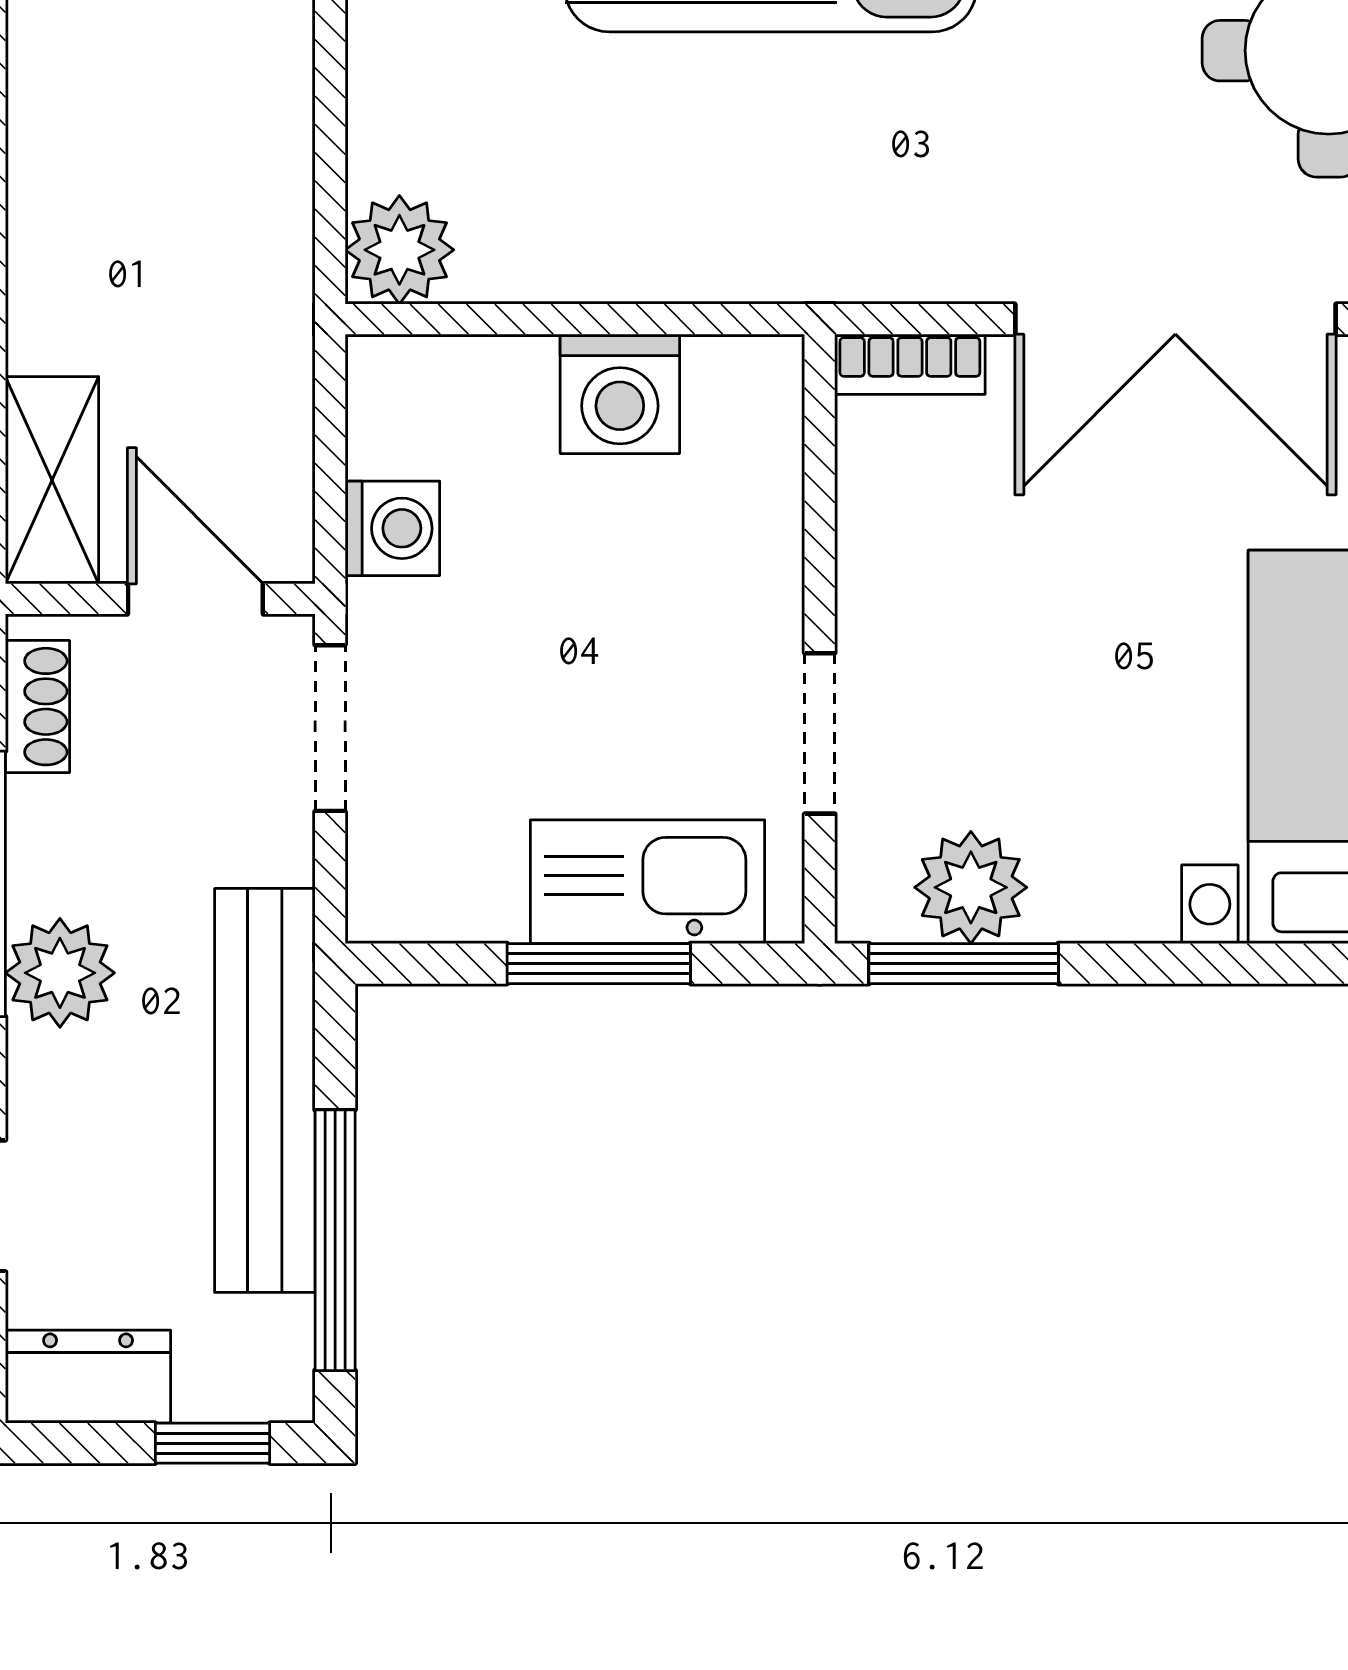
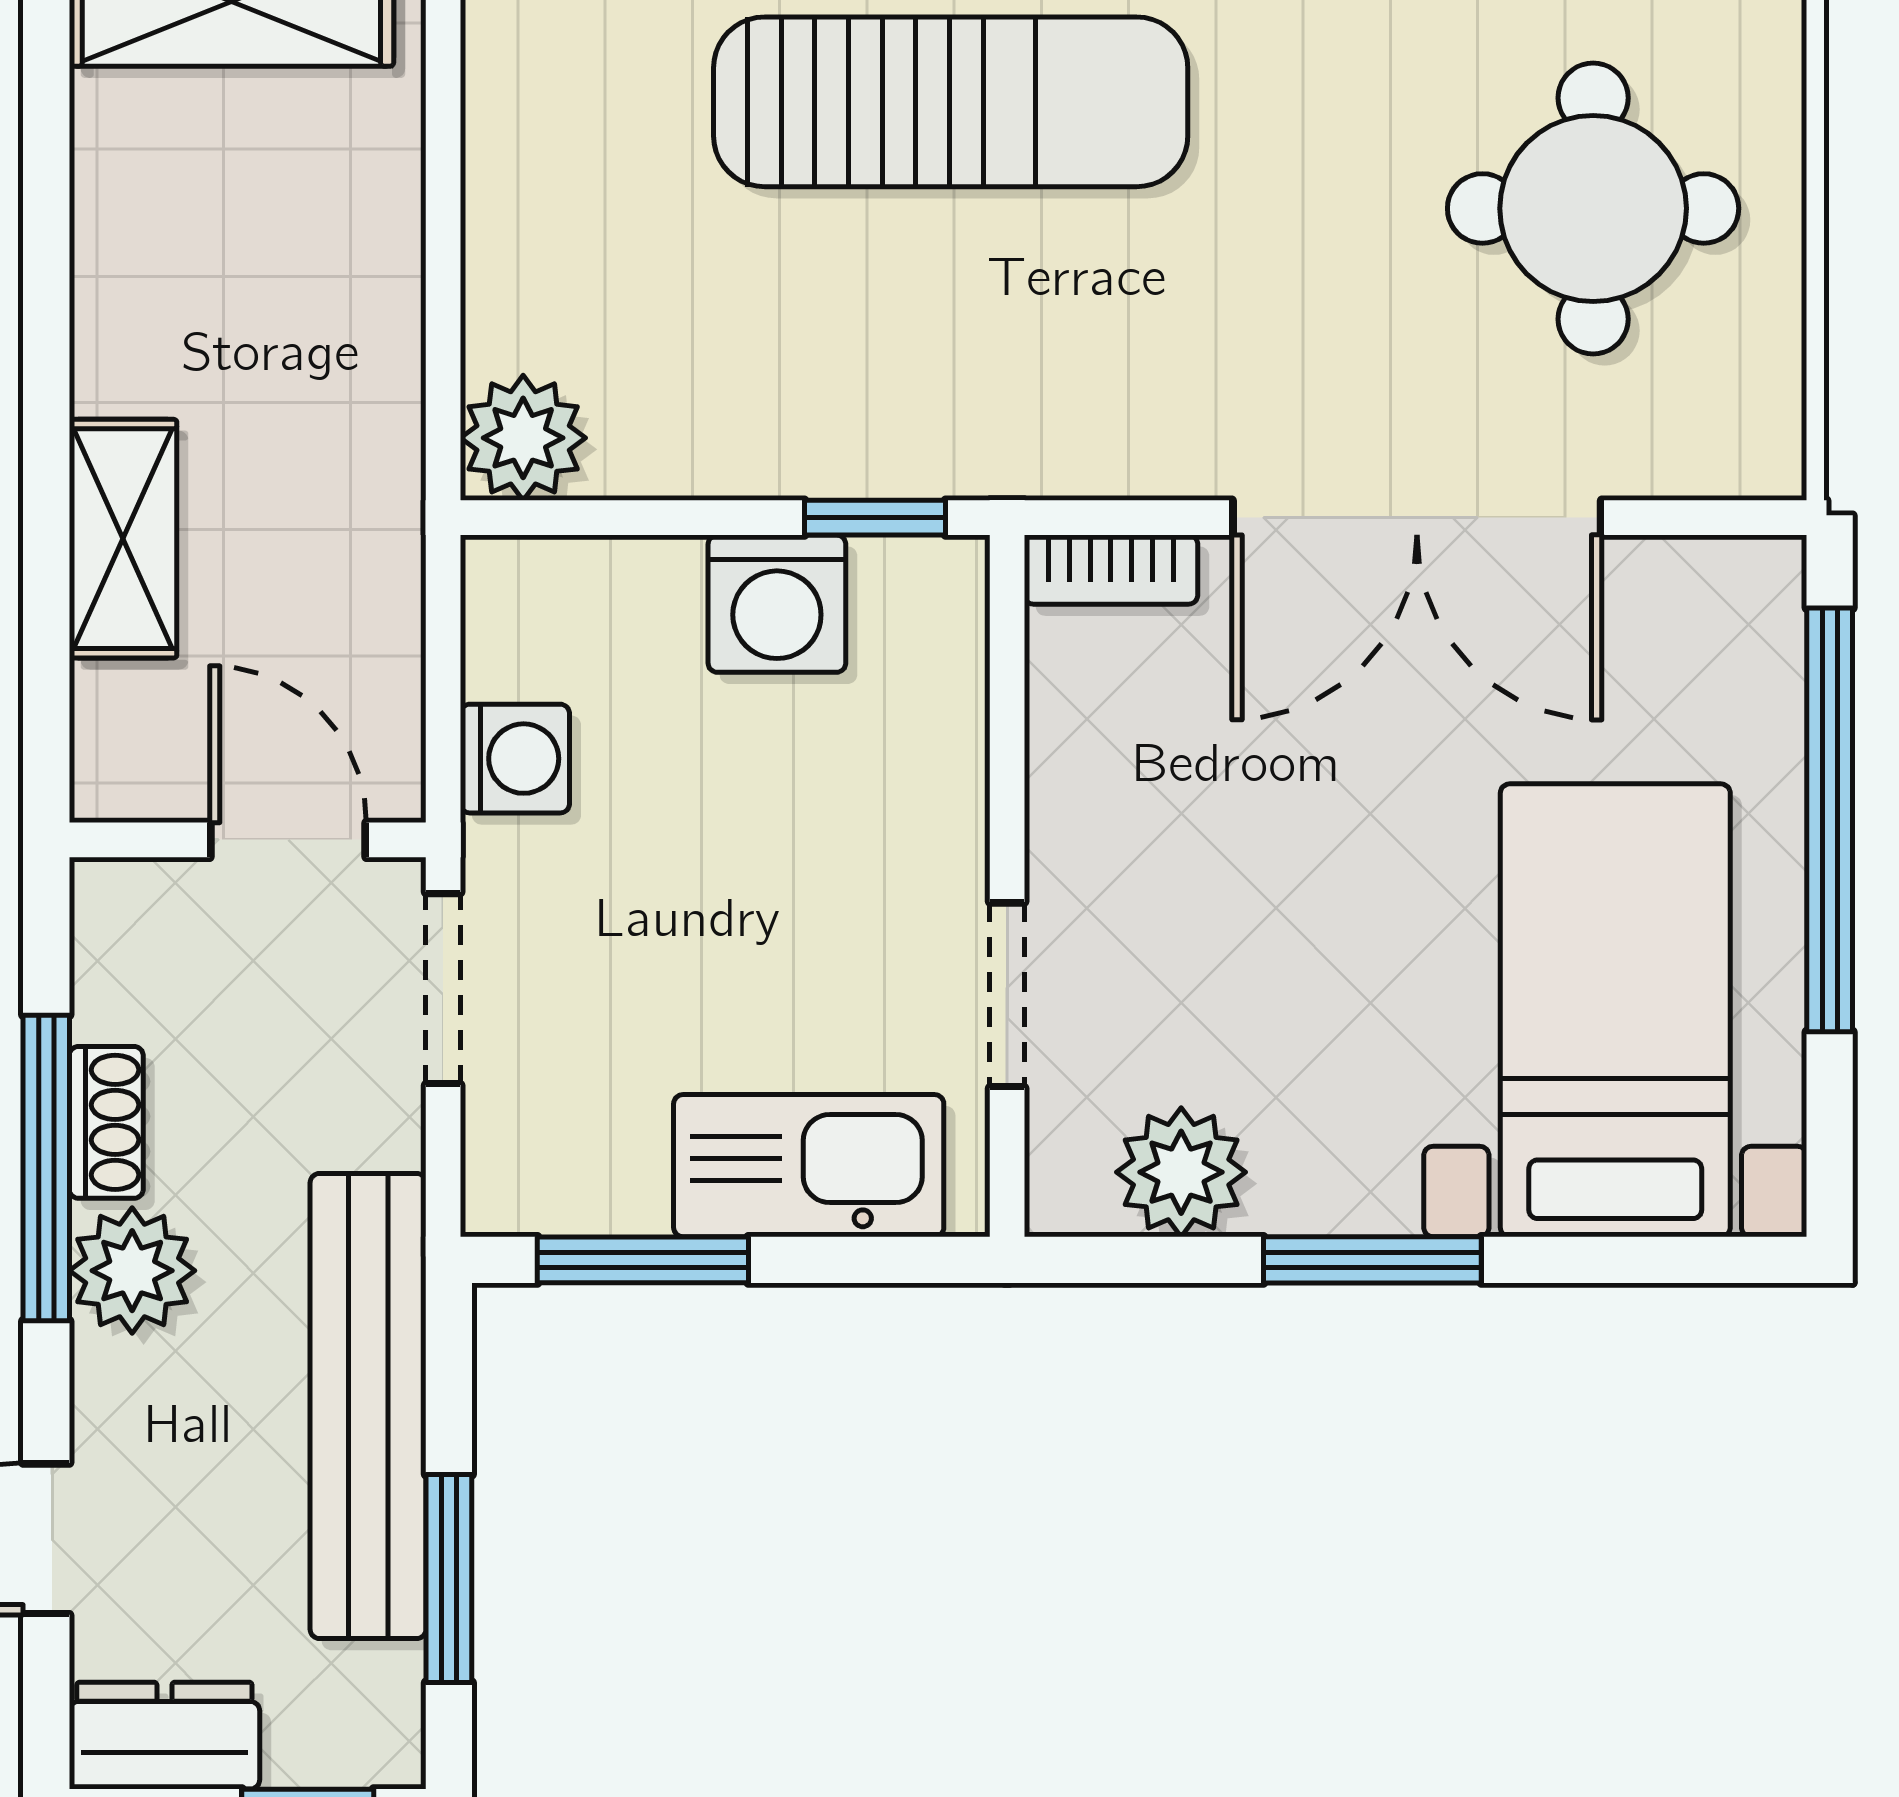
window: (705, 319) -> (875, 518), added
shelving: (52, 480) -> (123, 539), moved
shoe rack: (37, 707) -> (106, 1122), moved
window: (599, 964) -> (643, 1260), moved
window: (964, 964) -> (1372, 1260), moved
window: (335, 1240) -> (449, 1578), width x0.69

